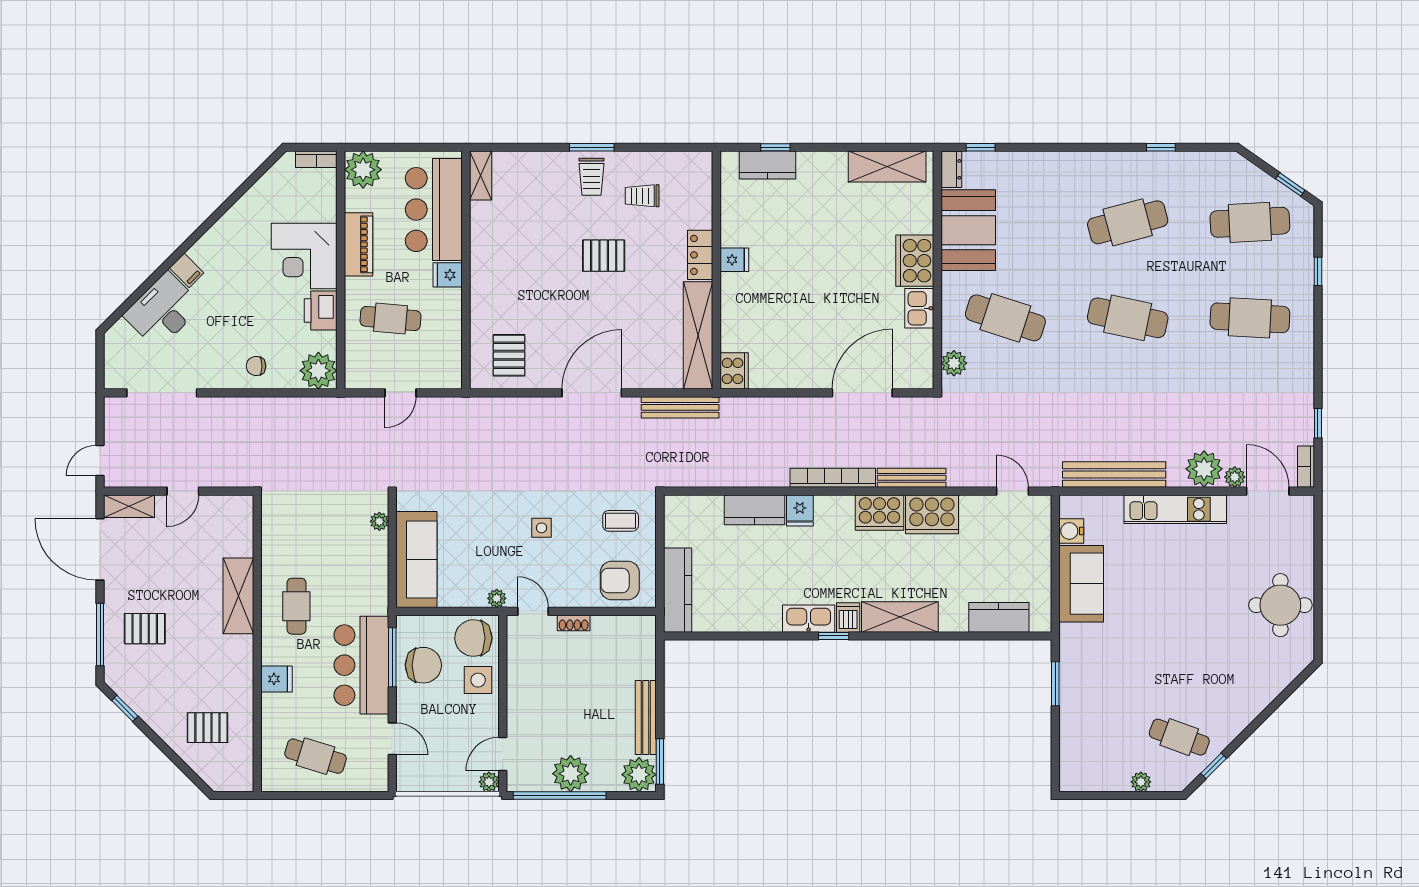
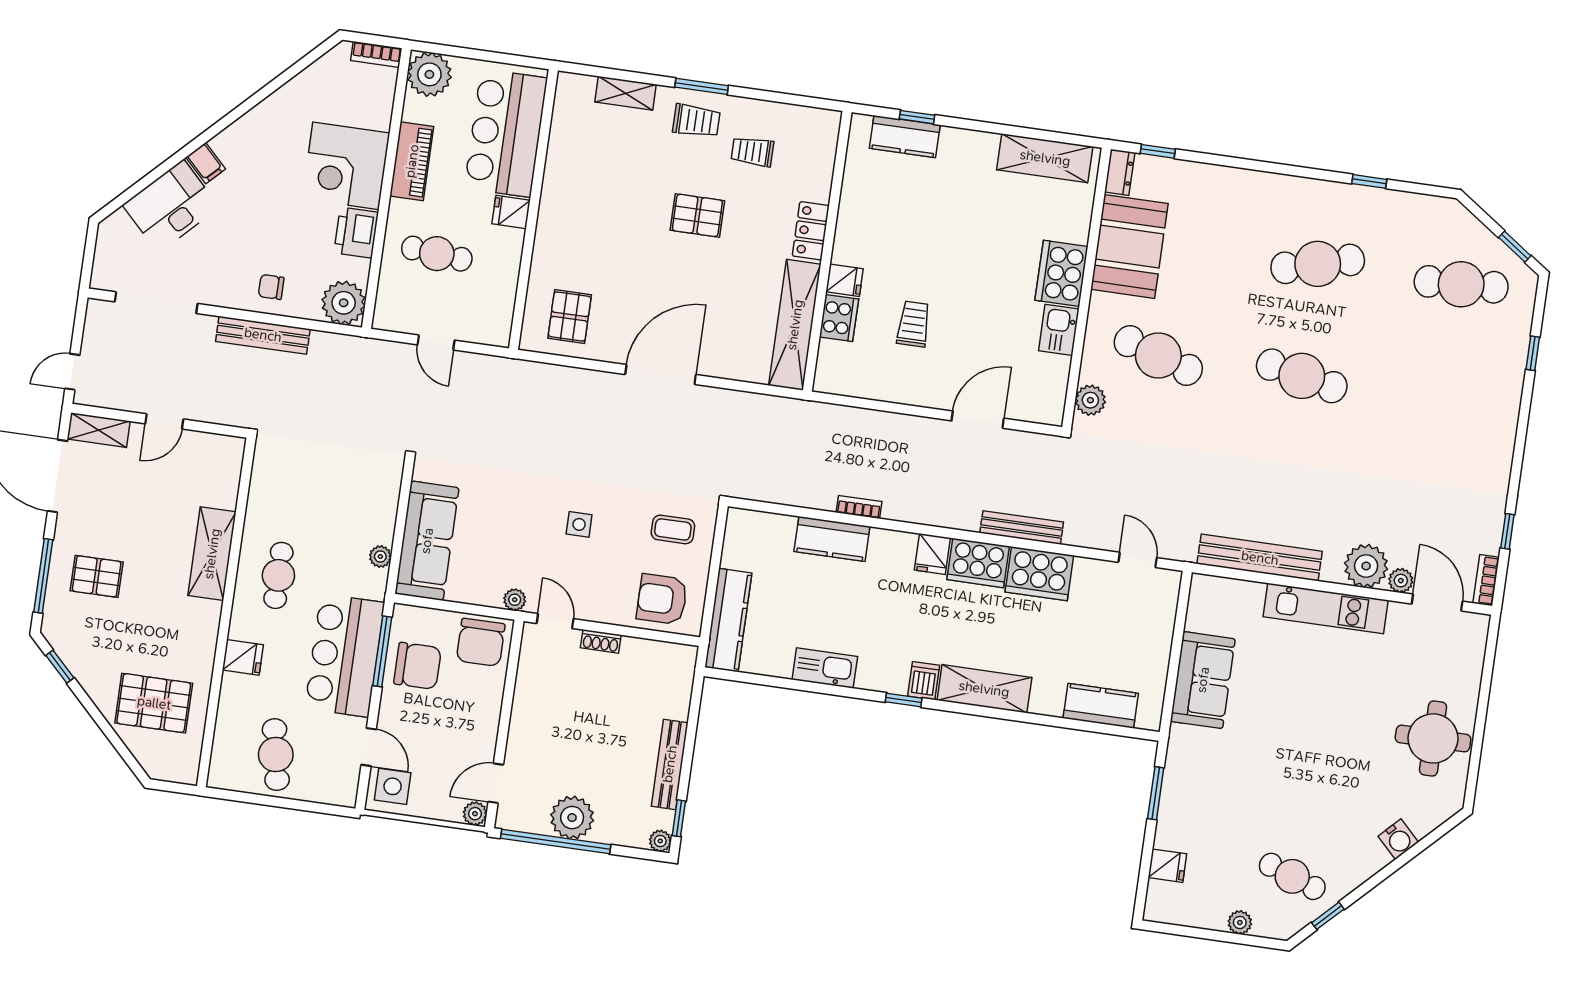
shelving: (481, 176) -> (625, 93), moved, turned 90
trolley: (592, 177) -> (696, 121), turned -90
fridge: (734, 260) -> (845, 280), moved
cafe table: (1250, 318) -> (1445, 396), removed
trolley: (797, 321) -> (914, 324), added
cooker: (734, 371) -> (839, 318), moved
door: (400, 393) -> (436, 343), hinge flipped
door: (862, 393) -> (978, 420), width x0.73
bench: (680, 407) -> (263, 335), moved
bookcase: (833, 478) -> (859, 507), moved, width x0.43, depth x0.76
fridge: (800, 510) -> (932, 554), moved
plant: (379, 521) -> (380, 557), moved
water cooler: (1071, 531) -> (1398, 839), moved, turned -135
kitchen sink: (809, 619) -> (825, 668), moved
chair: (473, 638) -> (481, 642), turned -90
side table: (478, 680) -> (393, 786), moved
pallet: (207, 728) -> (154, 703), width x1.50, depth x1.42
fridge: (1074, 743) -> (1167, 866), added
cafe table: (316, 756) -> (276, 755), turned 62
window: (660, 761) -> (679, 818), width x0.67
plant: (639, 775) -> (660, 841), width x0.53, depth x0.53

